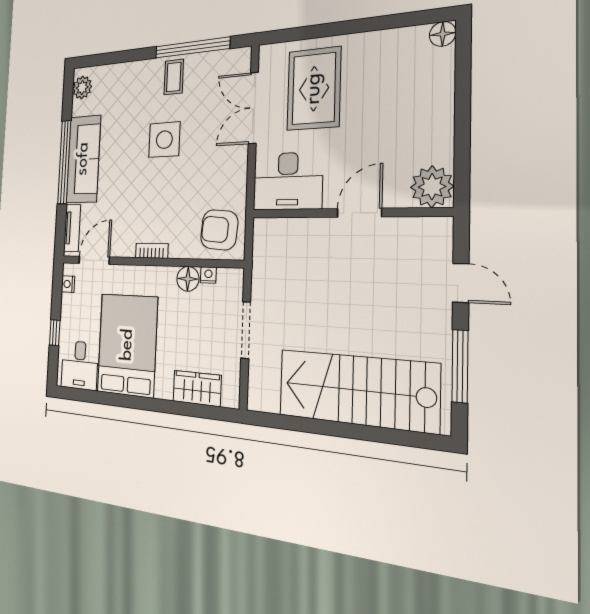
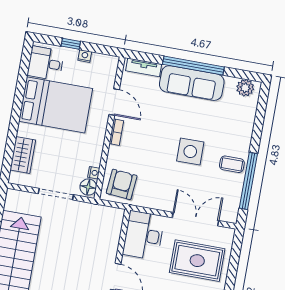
door: (94, 260) -> (114, 102), moved
floor lamp: (188, 279) -> (88, 187), moved
nightstand: (68, 284) -> (85, 56), moved

